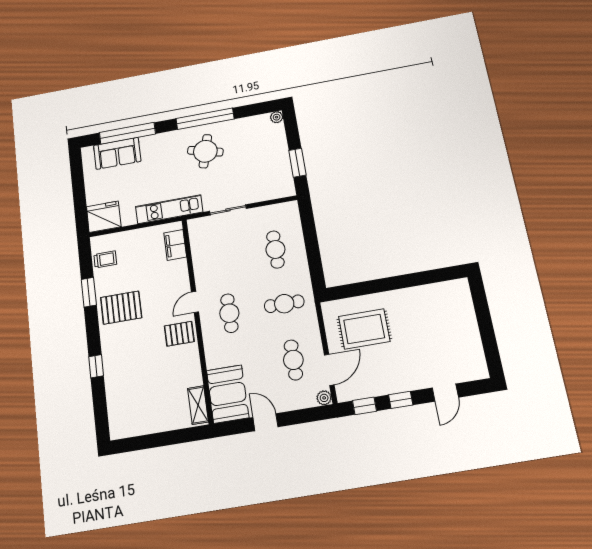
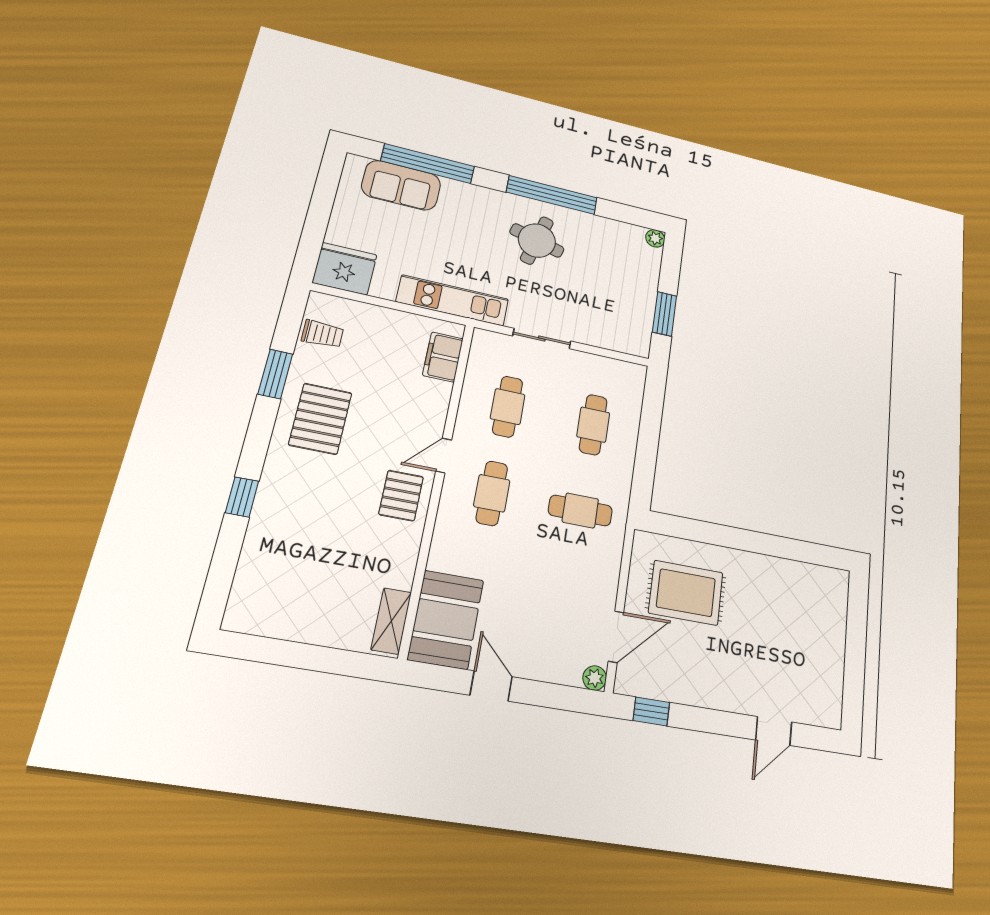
pallet: (121, 308) -> (320, 419), turned 90
pallet: (179, 334) -> (401, 496), turned 90
cafe table: (293, 360) -> (508, 407), moved
window: (401, 400) -> (707, 720), removed

